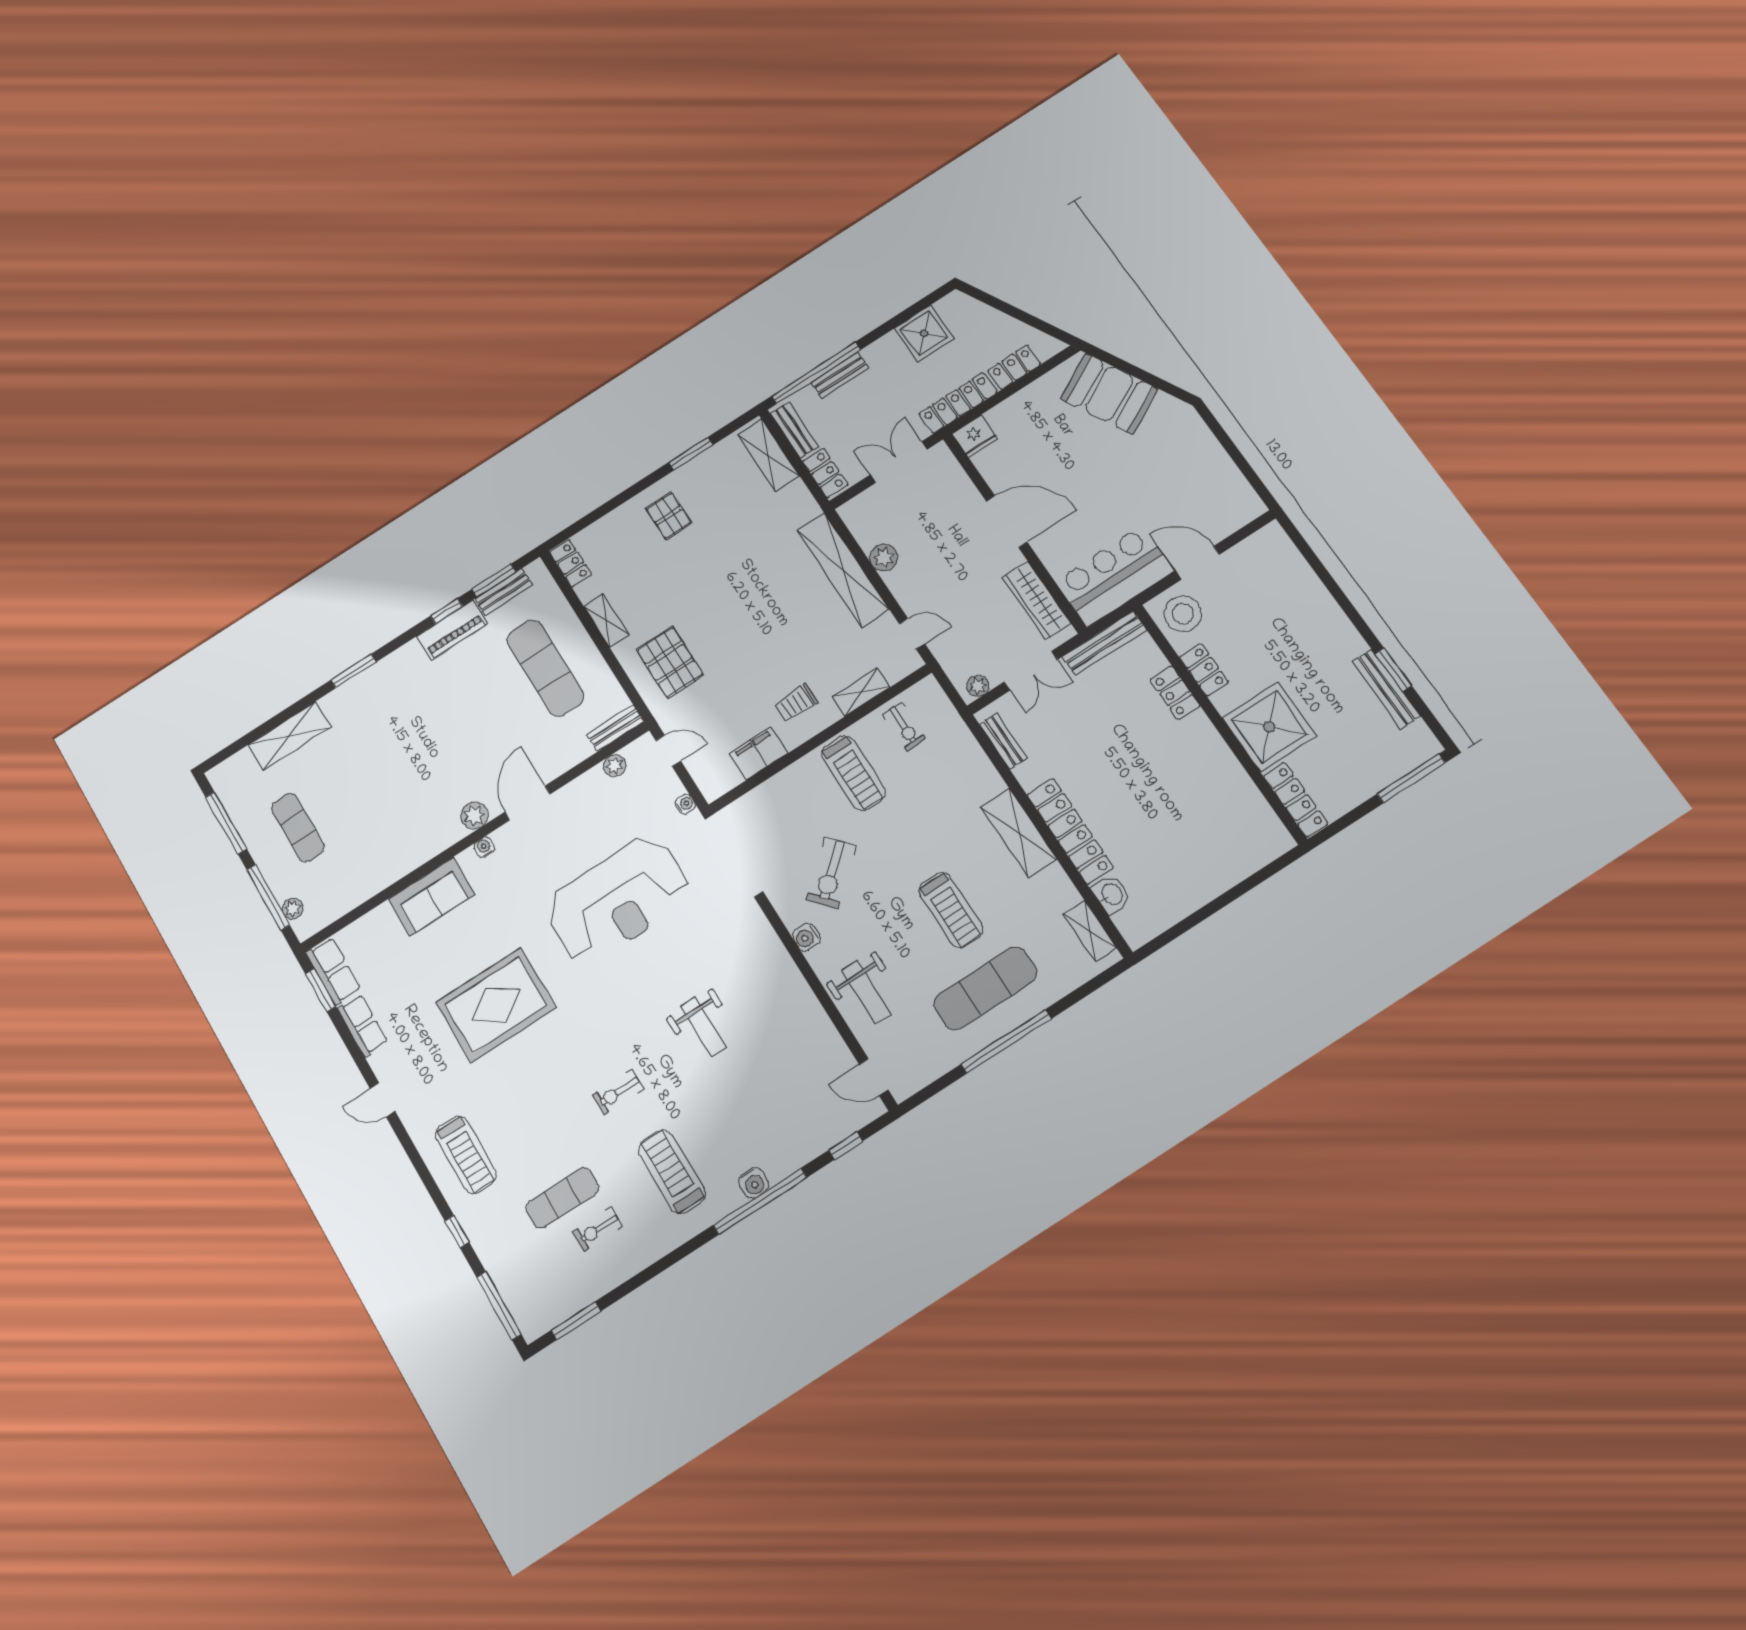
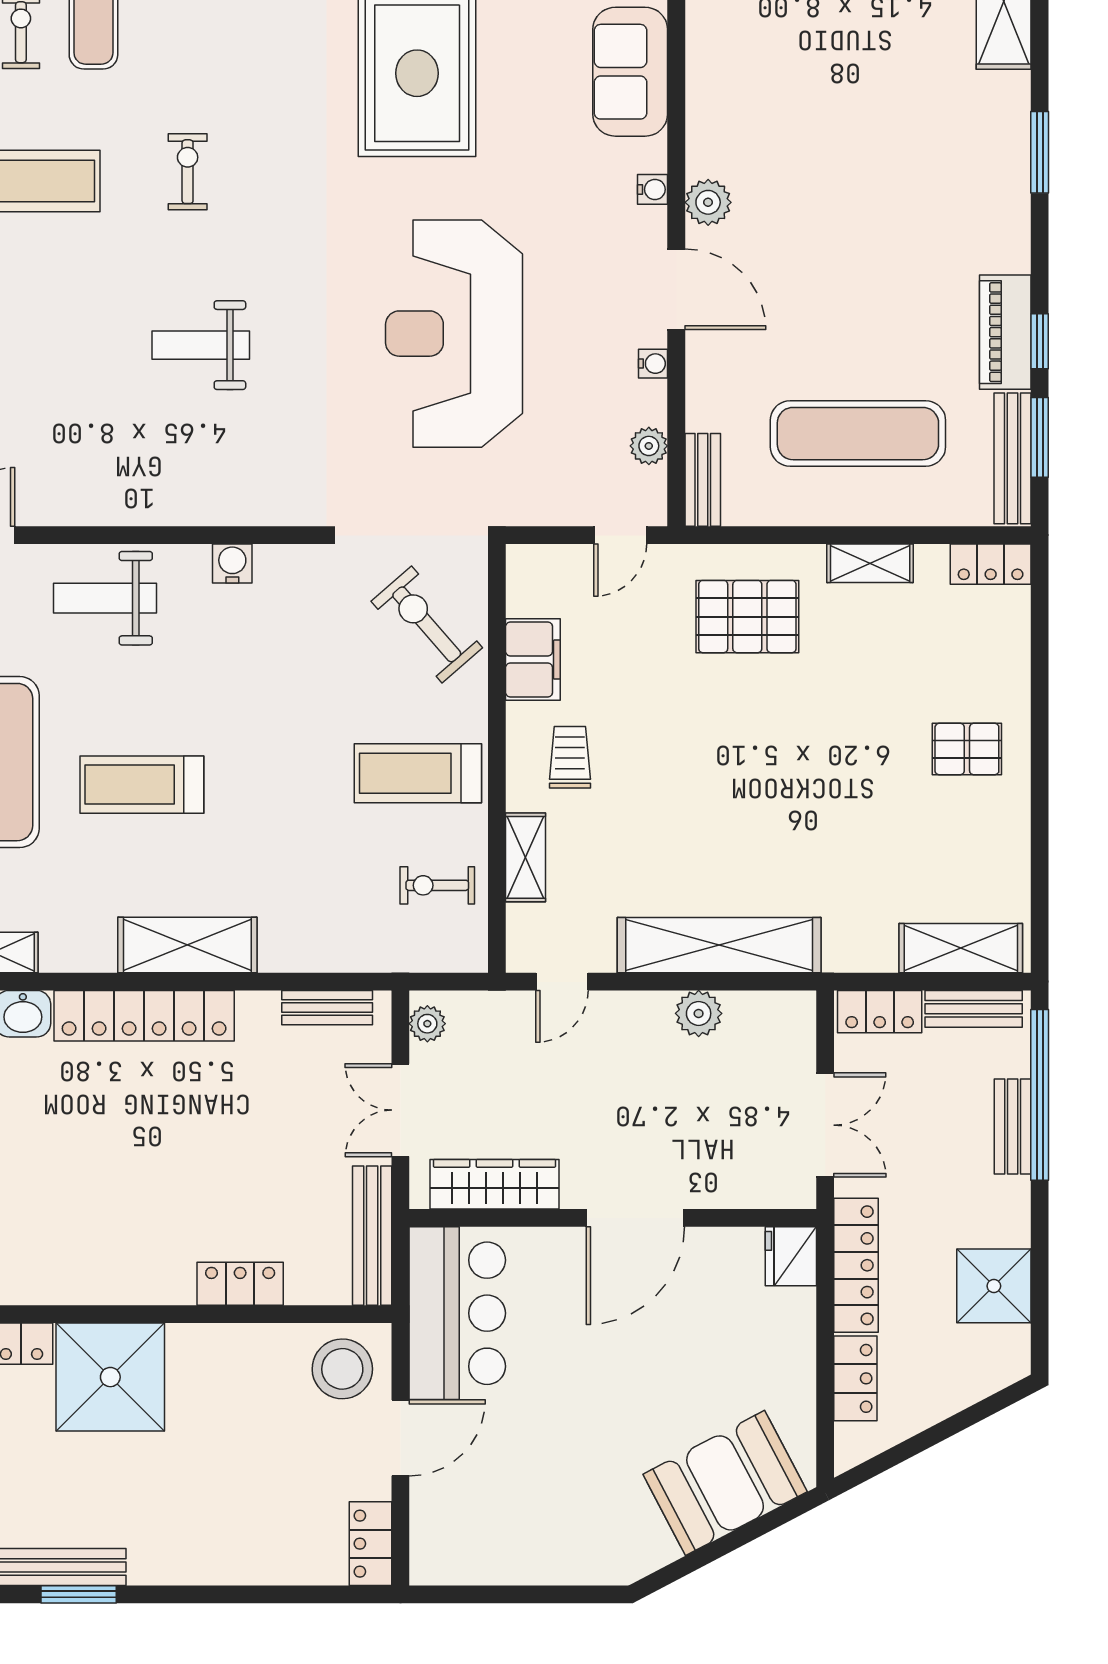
window: (691, 454) -> (1040, 839), removed
bench: (503, 592) -> (1012, 458), width x1.36
locker: (1204, 670) -> (370, 1544), moved, turned 90
water cooler: (685, 804) -> (653, 364), moved, turned -90
exercise bike: (831, 873) -> (427, 624), moved

